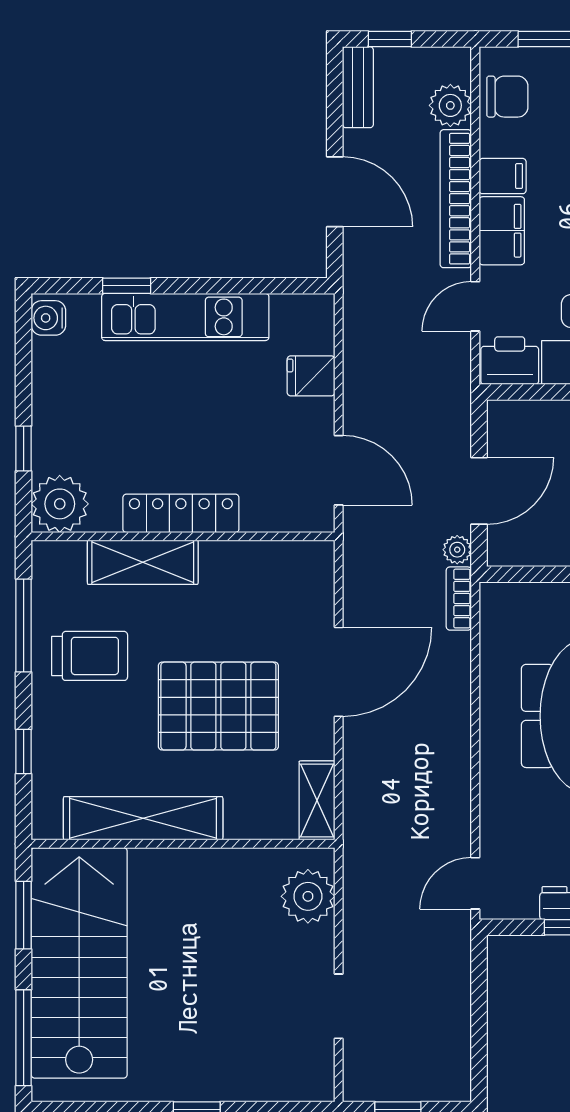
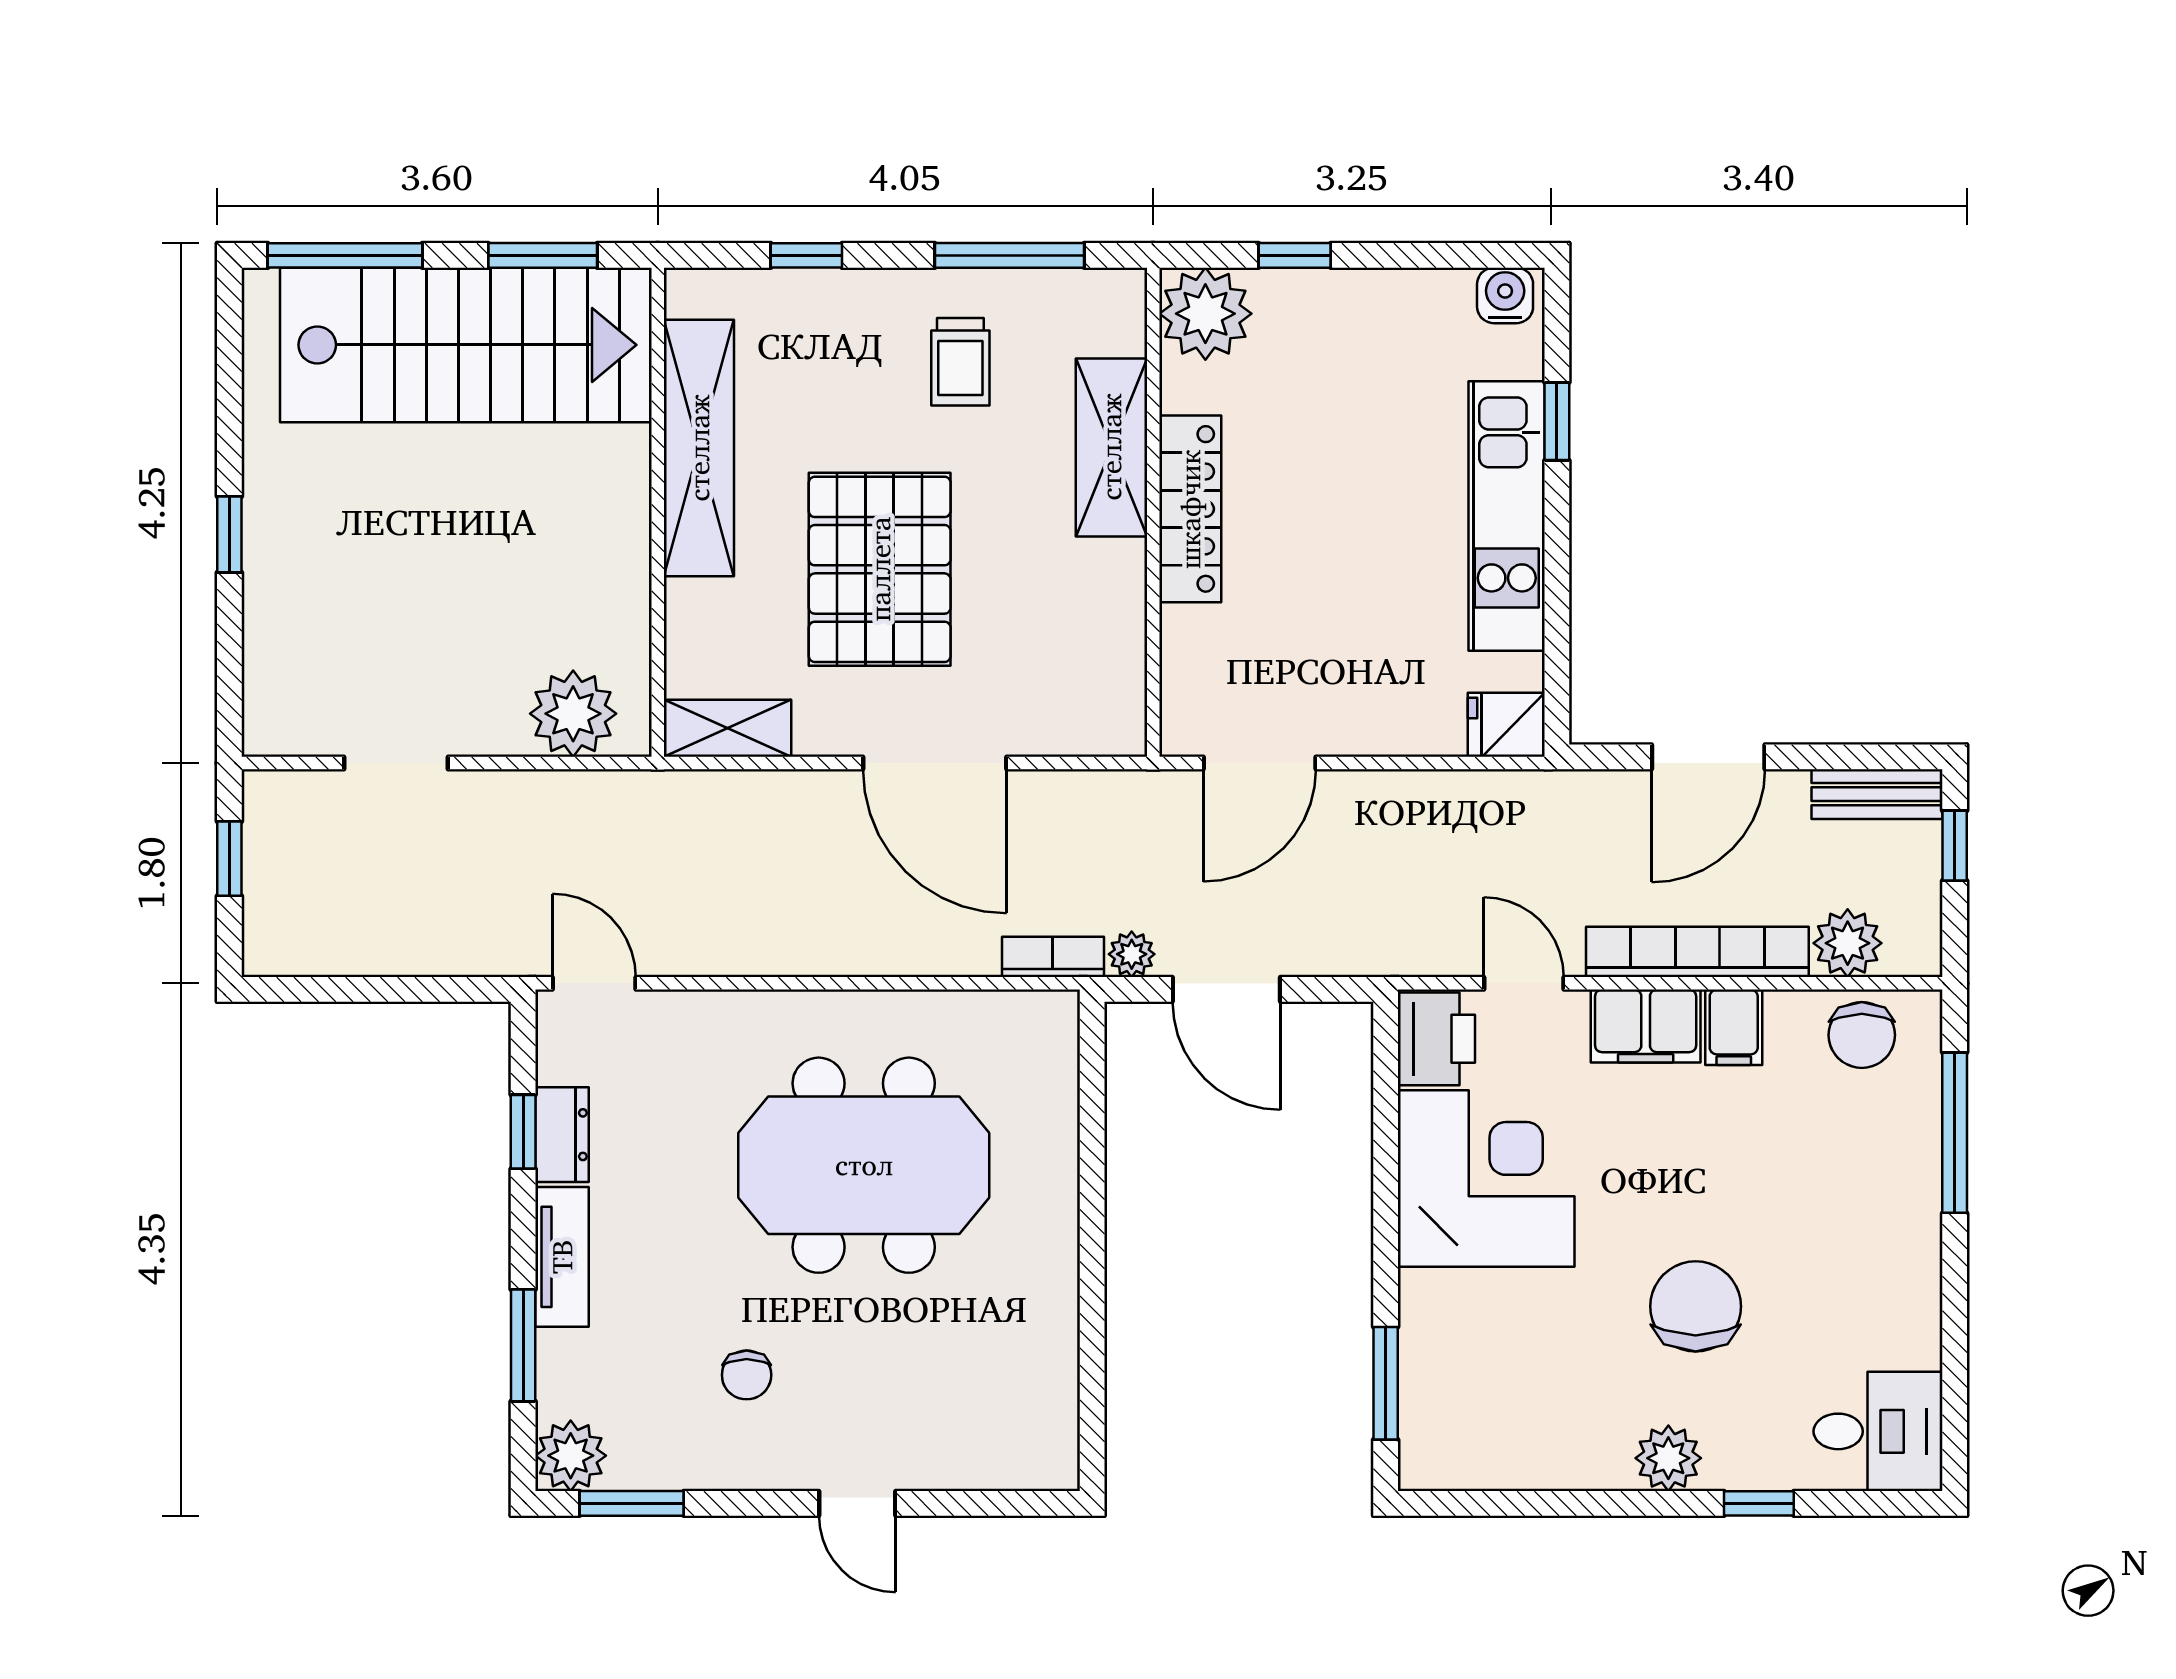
fridge: (311, 376) -> (1506, 725), moved, turned -90
trolley: (90, 656) -> (960, 362), width x0.73, depth x0.72

